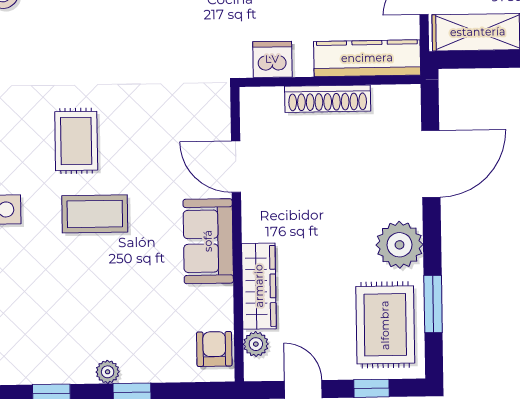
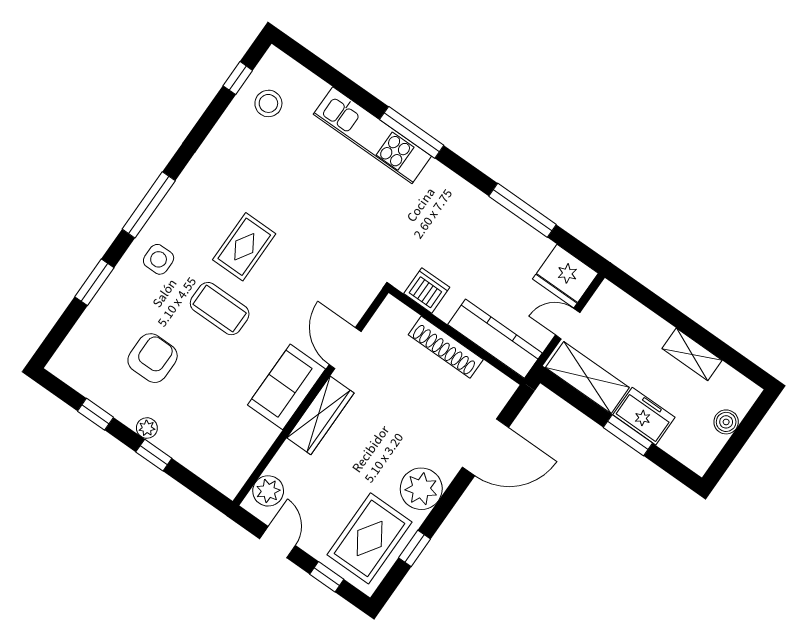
wardrobe: (259, 286) -> (320, 415), moved
window: (433, 304) -> (414, 548), width x0.67
plant: (256, 344) -> (268, 491), width x1.38, depth x1.38
armchair: (214, 349) -> (153, 358), moved, width x1.38, depth x1.38

